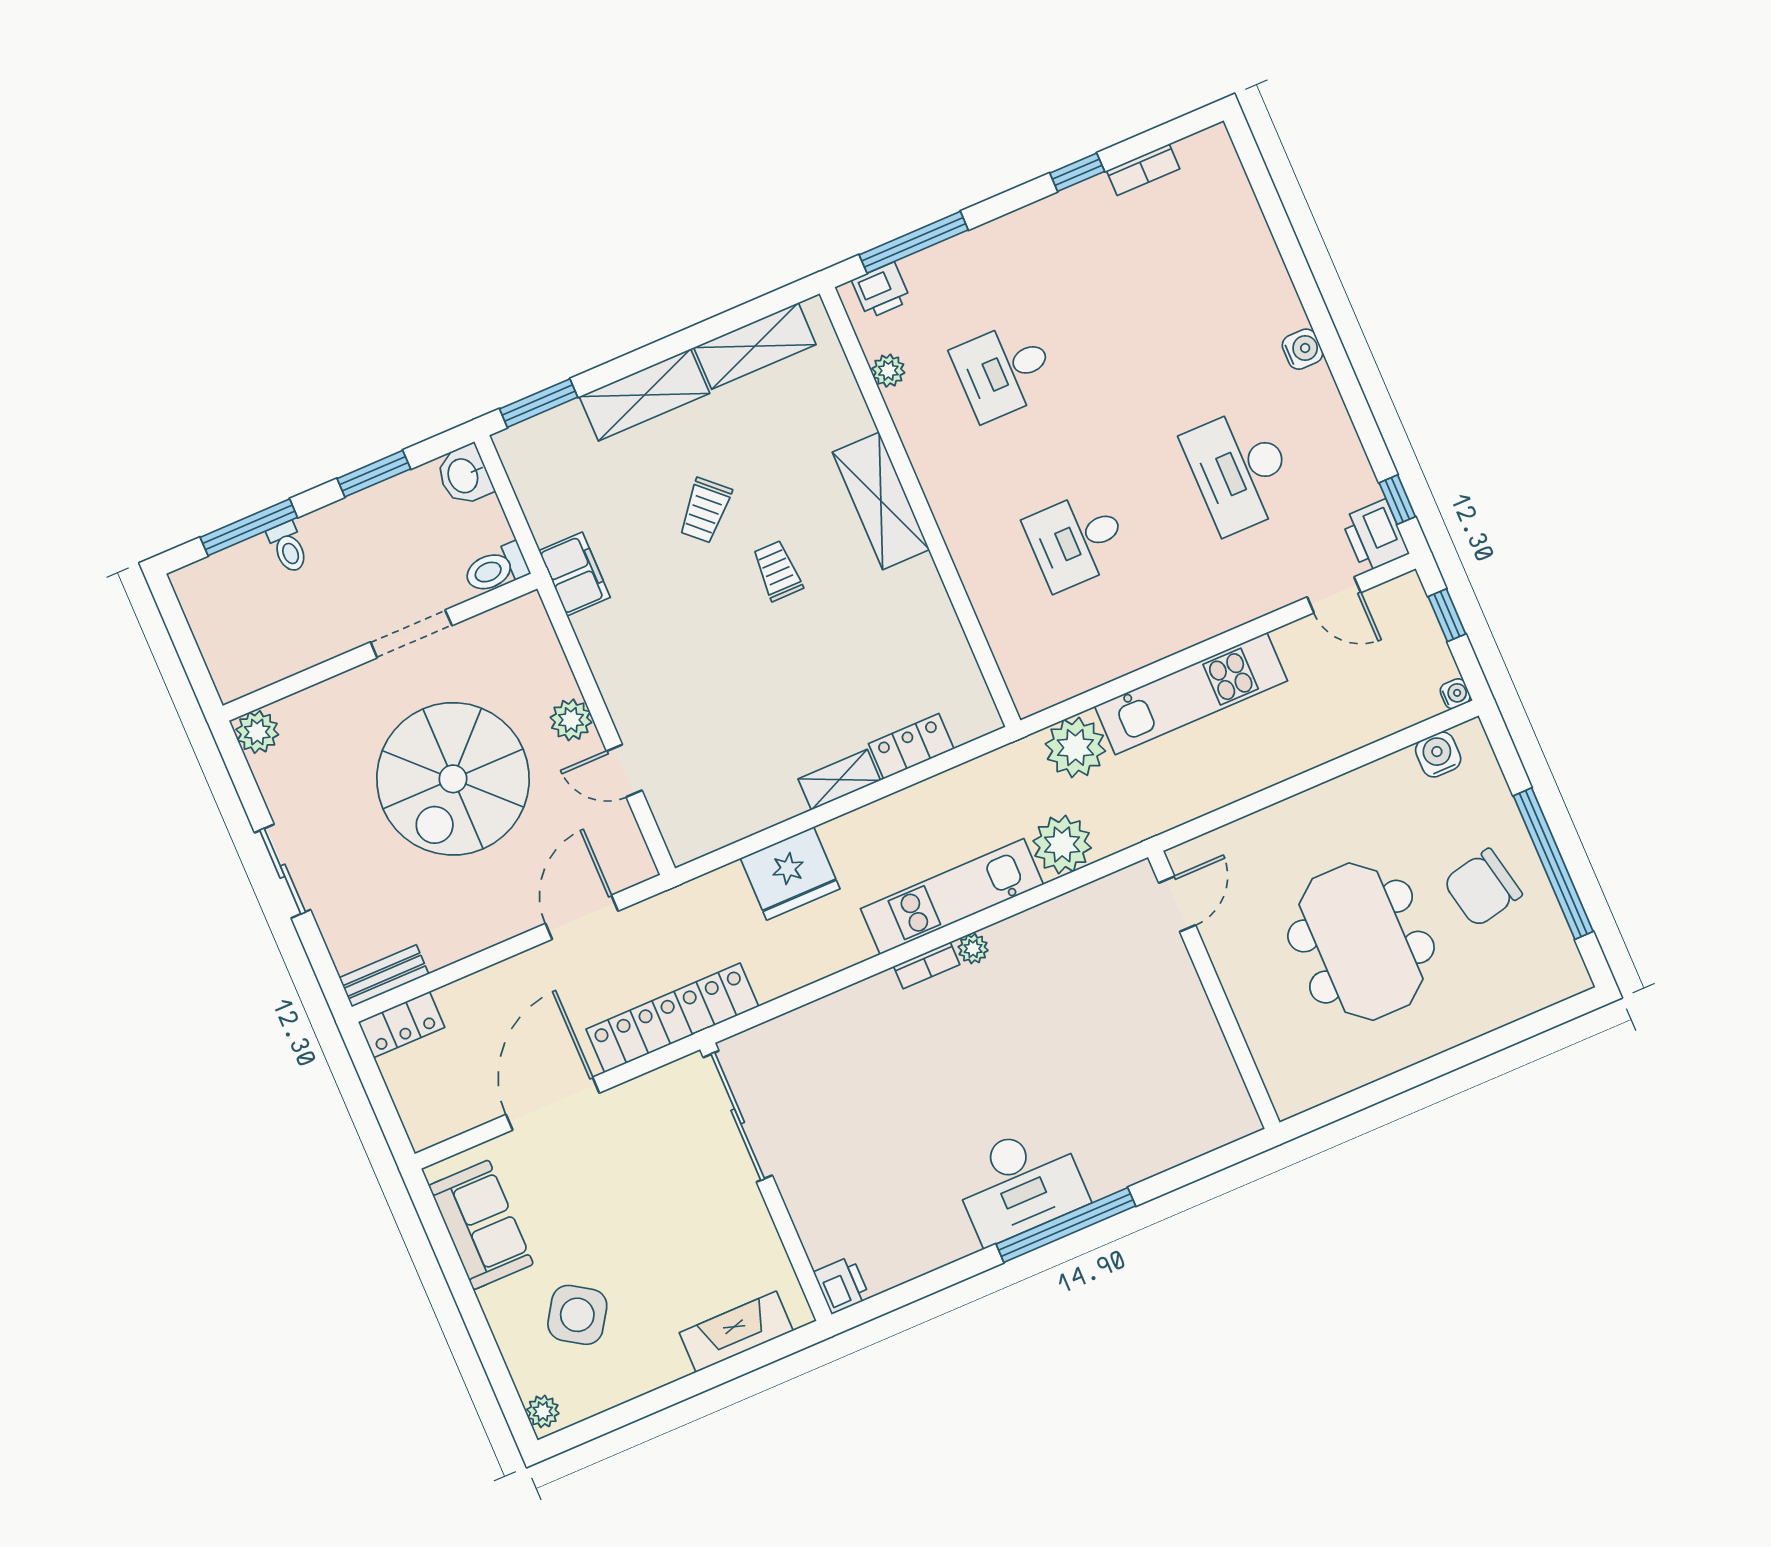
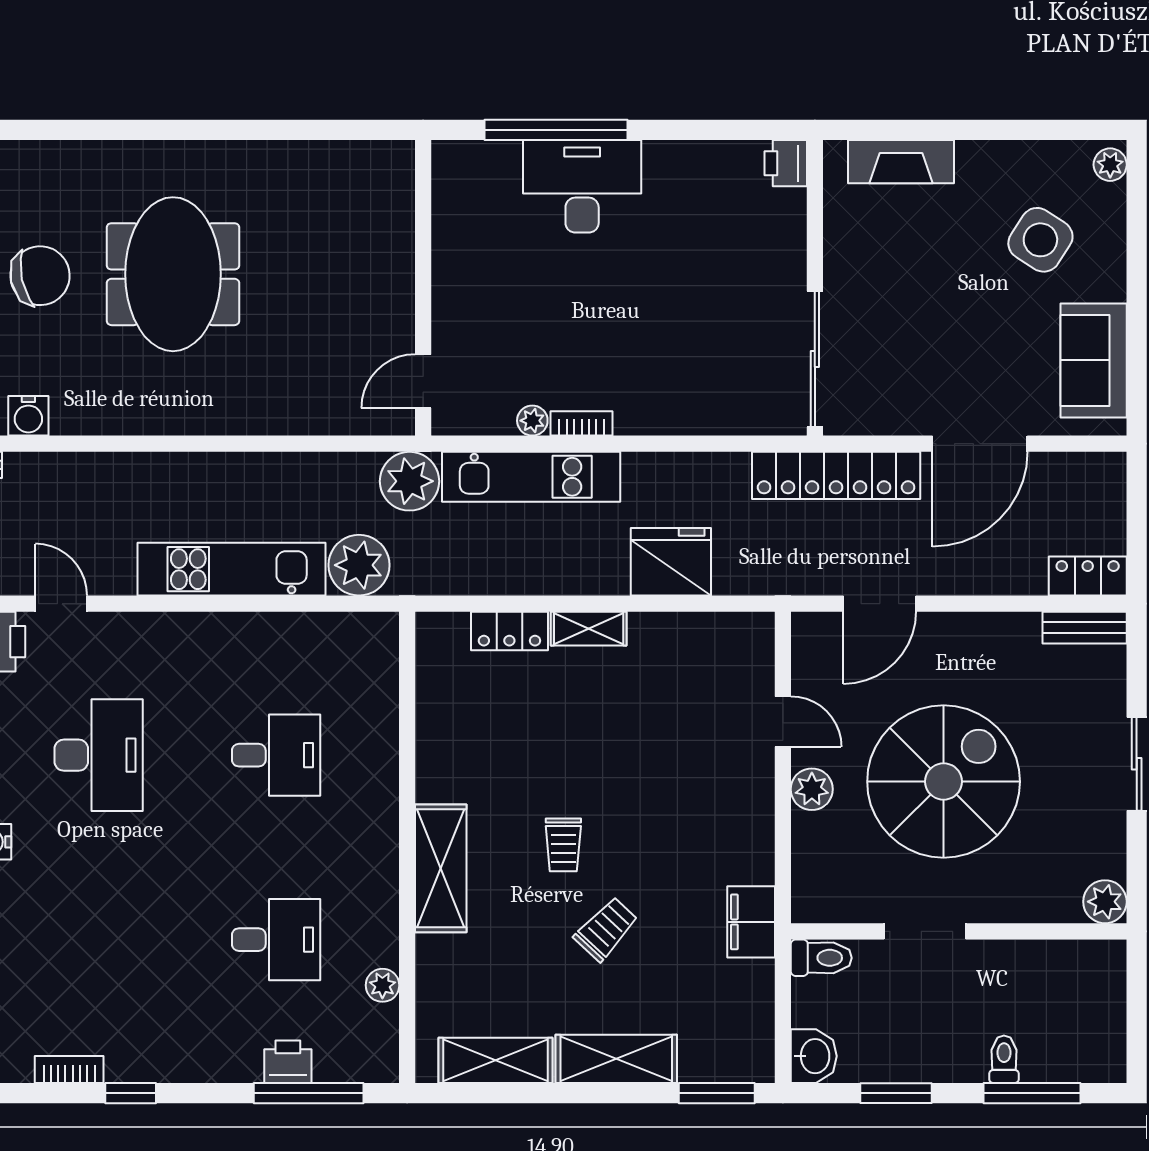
printer: (881, 290) -> (288, 1062), moved
door: (1177, 904) -> (423, 381), moved
wall: (1214, 990) -> (423, 288), moved

